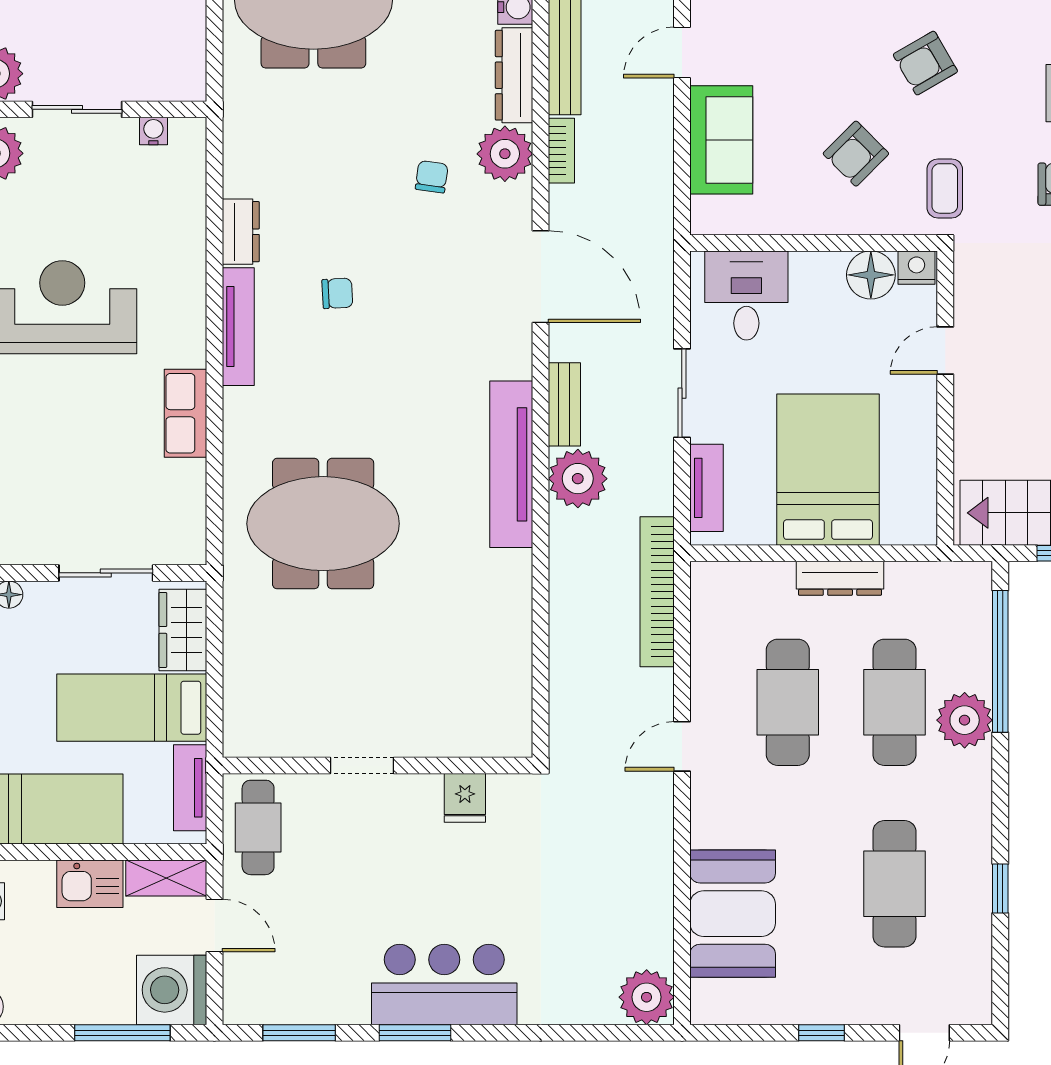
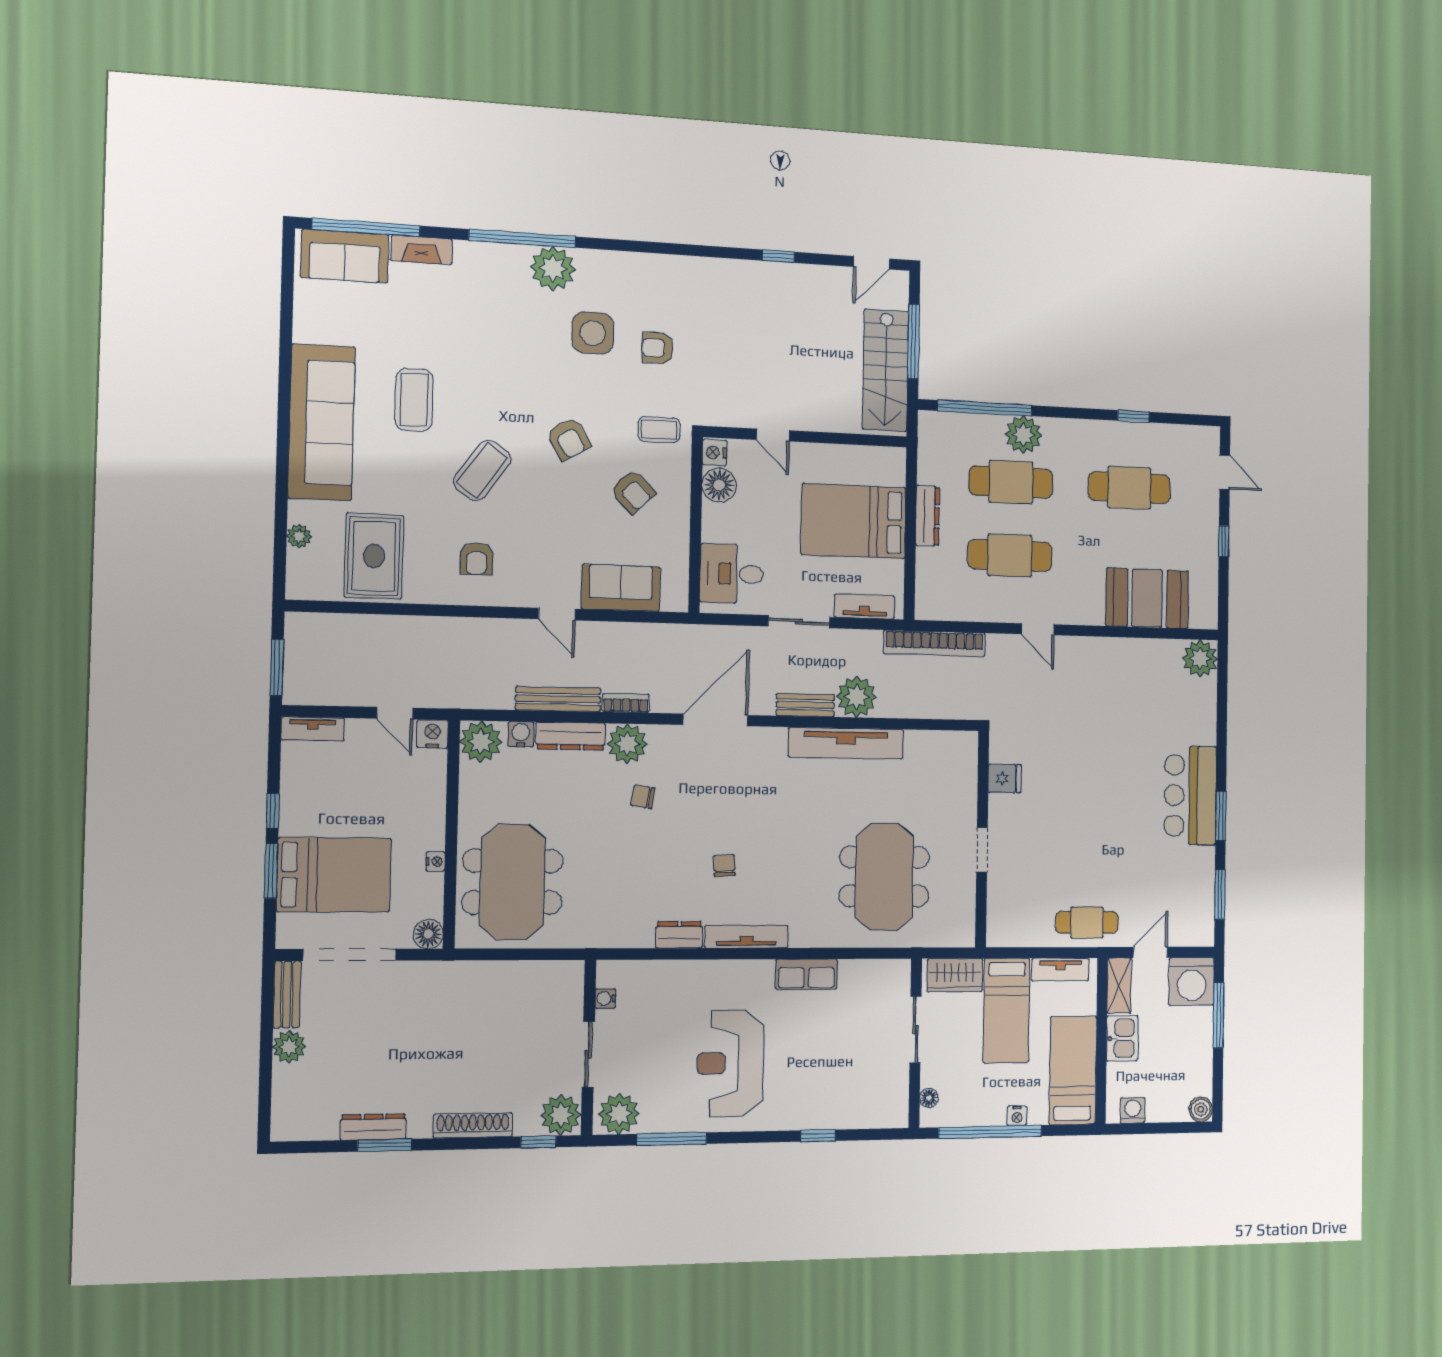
doorway: (362, 766) -> (982, 850), moved
wall: (377, 766) -> (982, 839), moved
fridge: (465, 798) -> (1005, 779), moved

